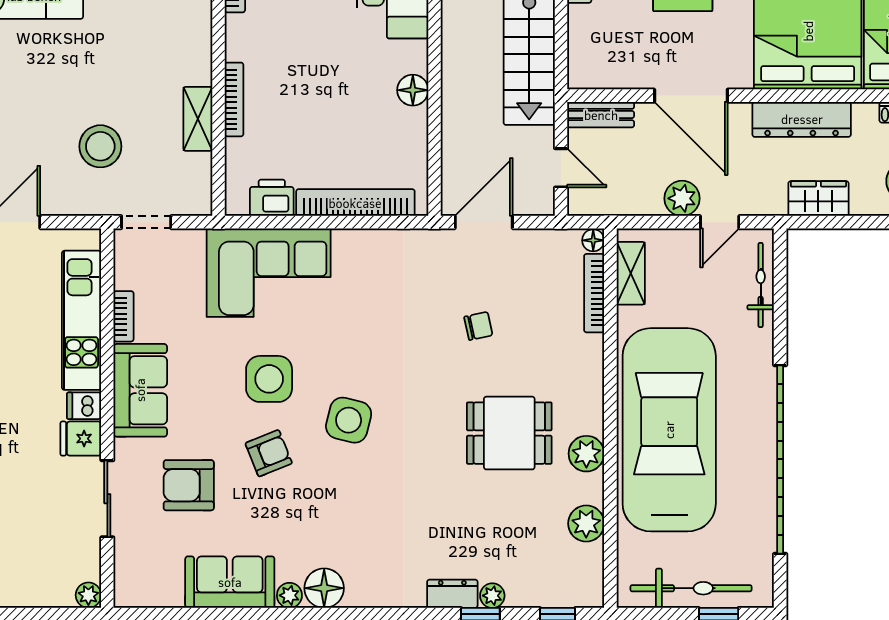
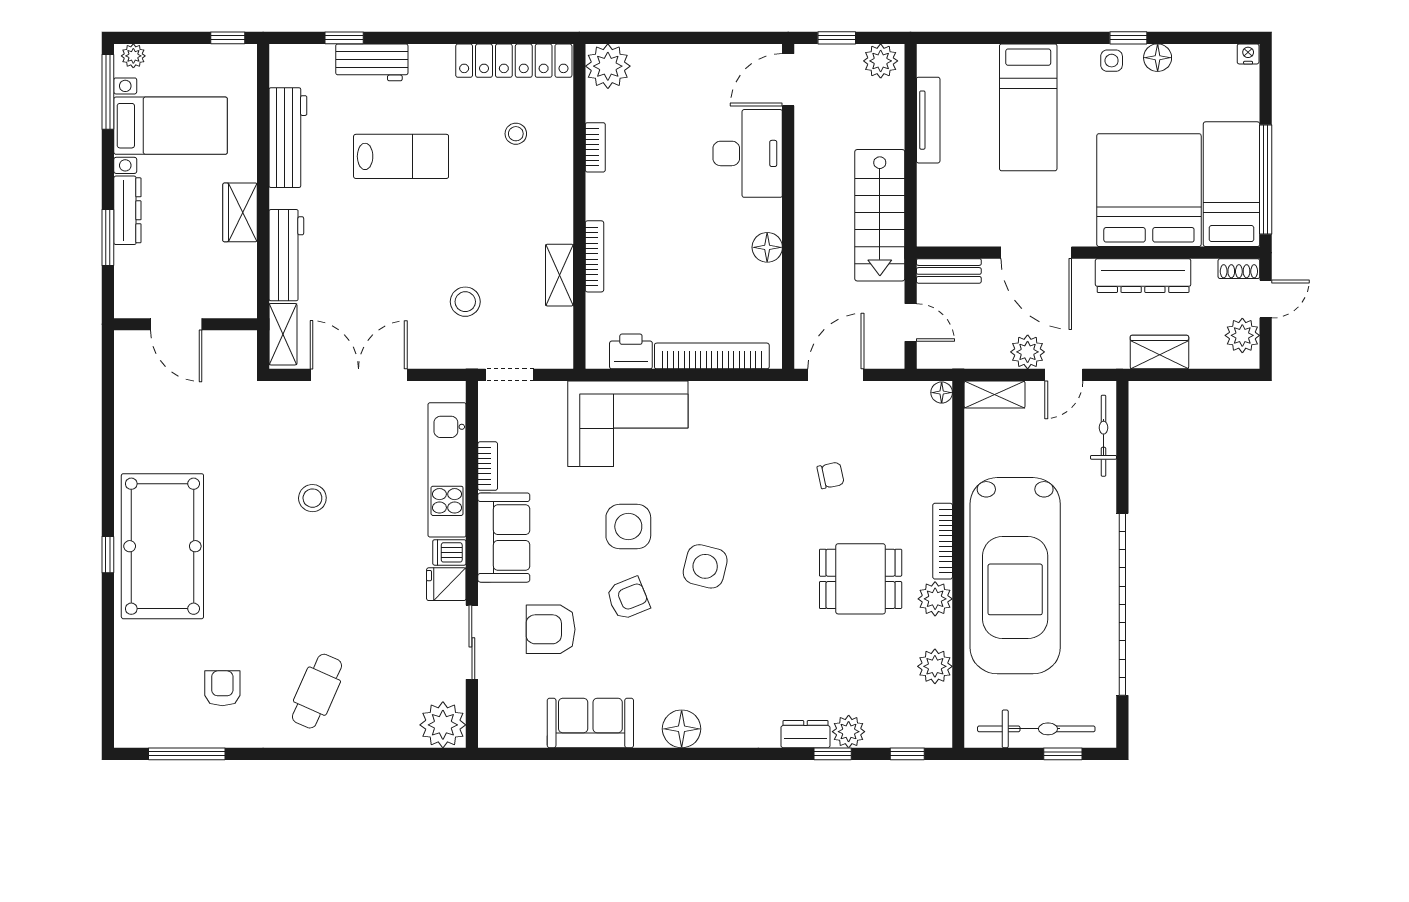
stool: (100, 146) -> (465, 302), width x0.73, depth x0.73
shelving: (631, 273) -> (995, 395), moved, turned 90
bookcase: (594, 293) -> (943, 541), moved
car: (669, 430) -> (1015, 576), turned 180
plant: (88, 595) -> (443, 725), width x1.87, depth x1.87
plant: (289, 595) -> (648, 736), removed
plant: (492, 596) -> (849, 732), width x1.38, depth x1.38

